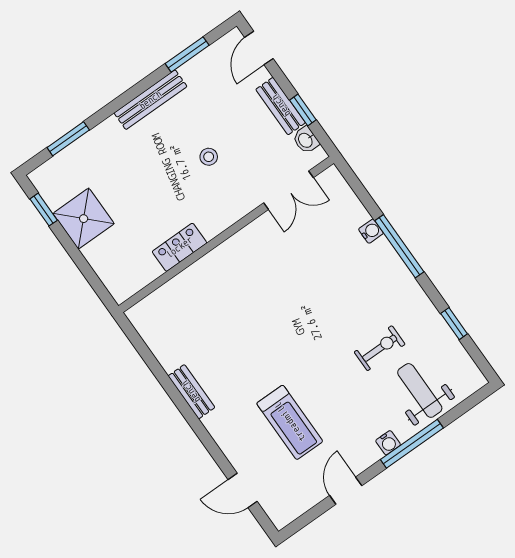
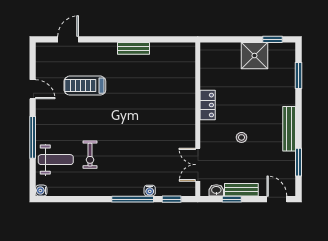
locker: (179, 247) -> (208, 105), moved
window: (454, 324) -> (172, 199), moved
water cooler: (388, 443) -> (41, 191), moved

